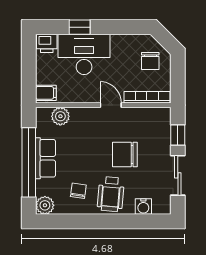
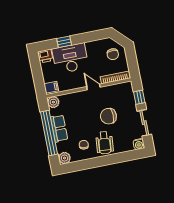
plant: (60, 116) -> (53, 102), moved
water cooler: (143, 207) -> (139, 144), moved

